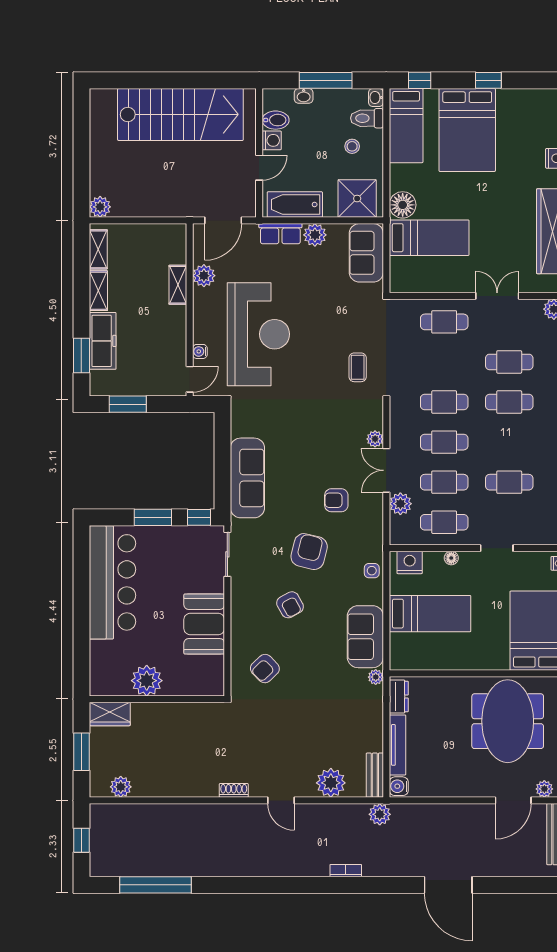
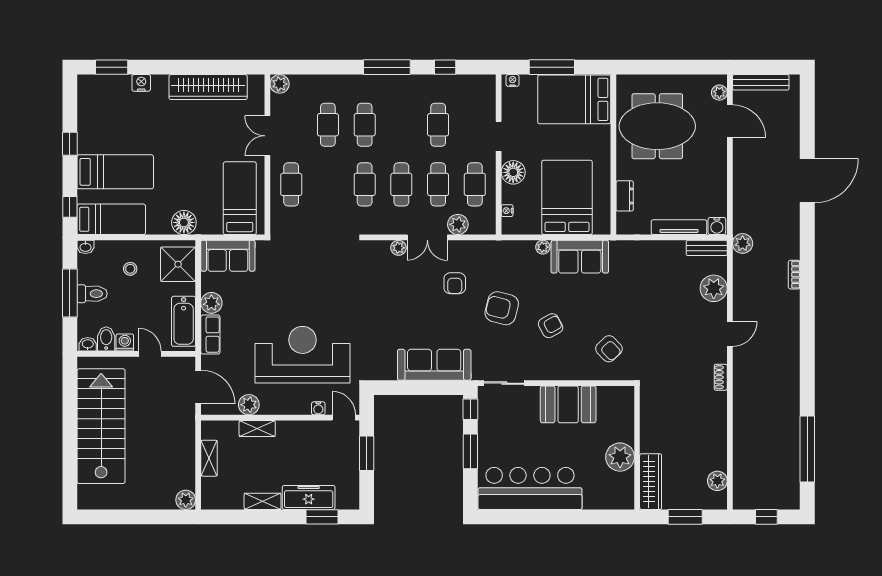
washbasin: (304, 96) -> (88, 344), moved, turned -90
toilet: (367, 118) -> (92, 294), moved, turned -90
bed: (467, 130) -> (115, 172), width x0.67
bed: (429, 238) -> (240, 198), moved
shelving: (98, 249) -> (209, 458), moved, turned 90
coffee table: (358, 367) -> (333, 264), removed
window: (128, 404) -> (367, 453), moved
floor lamp: (451, 558) -> (513, 172), width x1.89, depth x1.89
nightstand: (410, 562) -> (507, 211), width x0.53, depth x0.56
side table: (372, 571) -> (519, 251), removed
bed: (430, 614) -> (567, 197), width x1.50
plant: (376, 677) -> (543, 247), moved
dresser: (399, 696) -> (625, 196), moved, turned 90
wardrobe: (110, 714) -> (651, 482), width x1.50

